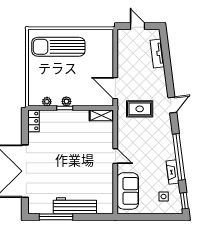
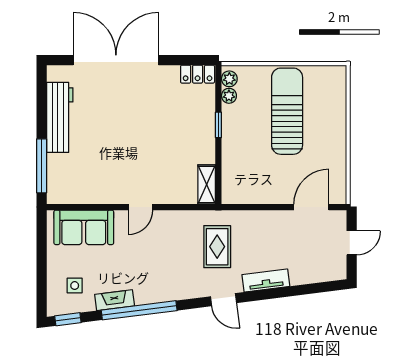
sun lounger: (58, 47) -> (287, 111), moved
tv unit: (157, 53) -> (266, 280), moved
door: (115, 88) -> (311, 207), moved
plant: (66, 101) -> (229, 79), moved
workbench: (75, 206) -> (60, 117), moved
window: (56, 217) -> (42, 166), moved

